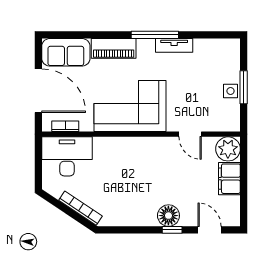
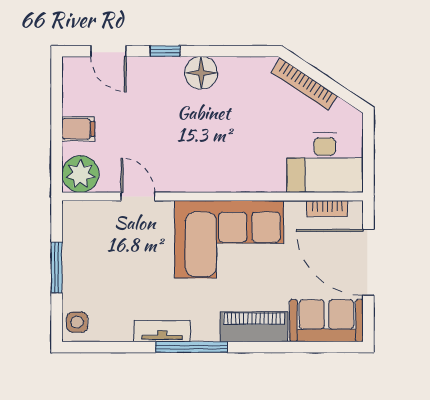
side table: (231, 91) -> (77, 322), moved
filing cabinet: (229, 179) -> (78, 129), width x0.50
floor lamp: (168, 216) -> (201, 73), moved

